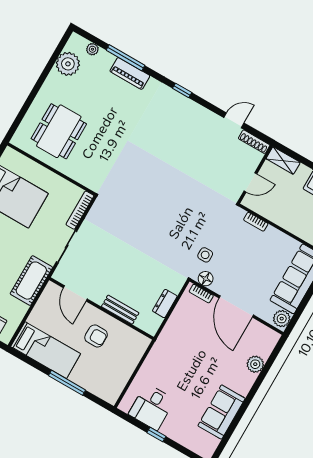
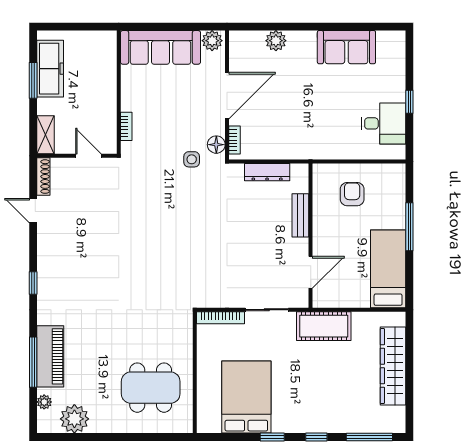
piano: (130, 73) -> (50, 356), width x1.37, depth x1.33
dresser: (165, 304) -> (267, 172), width x1.44
armchair: (96, 336) -> (352, 194), moved

